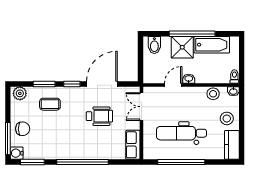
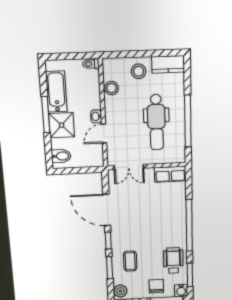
window: (192, 34) -> (46, 115), width x0.68
door: (173, 85) -> (104, 134), hinge flipped
washbasin: (233, 91) -> (108, 65), removed
wheelchair: (99, 116) -> (173, 260), moved

